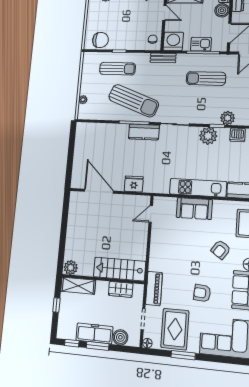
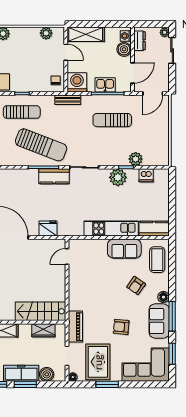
sofa: (194, 209) -> (124, 249), moved

